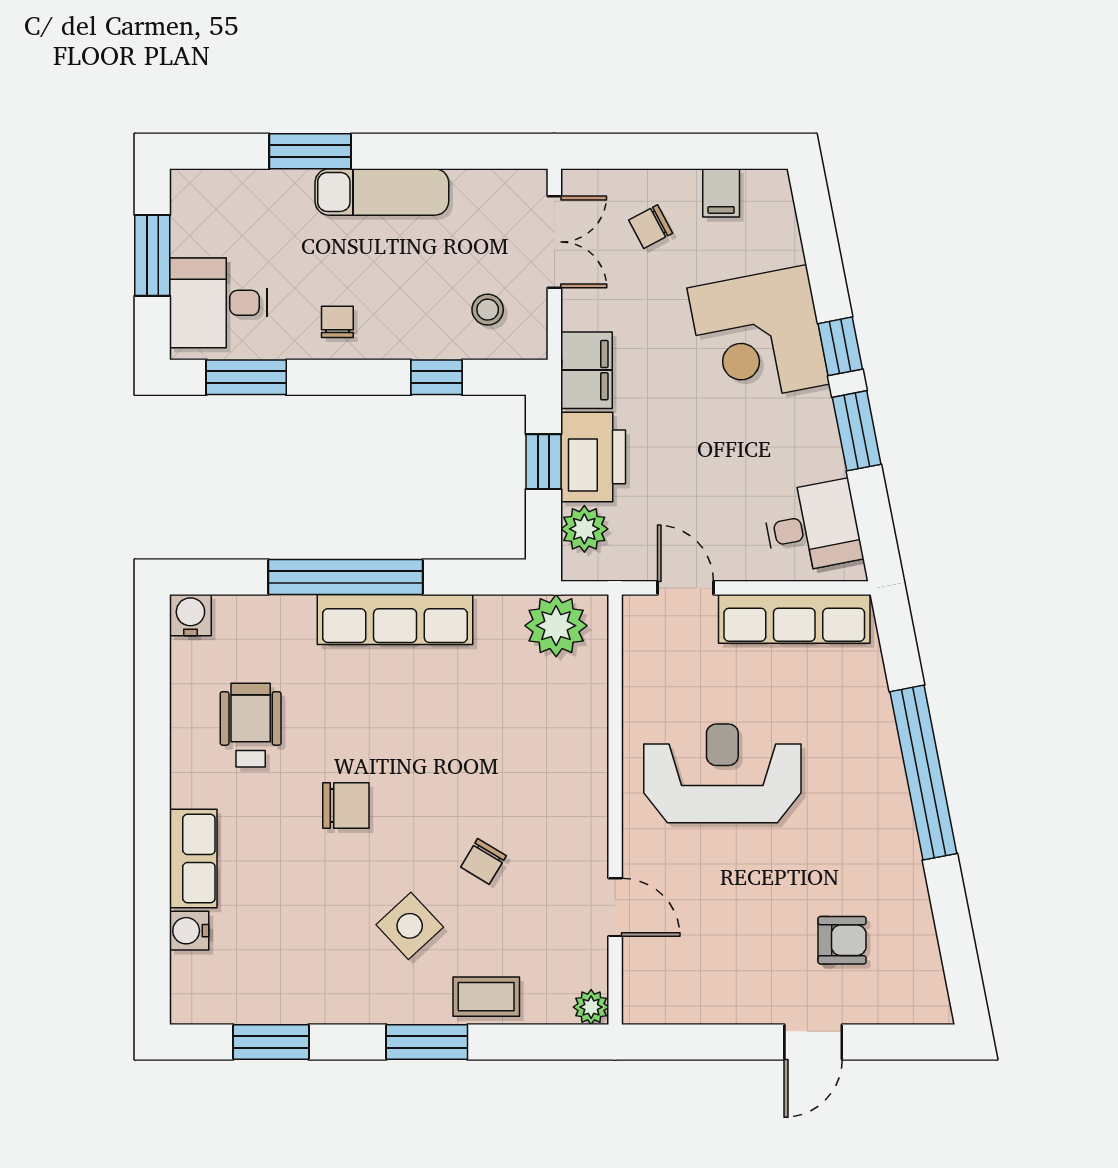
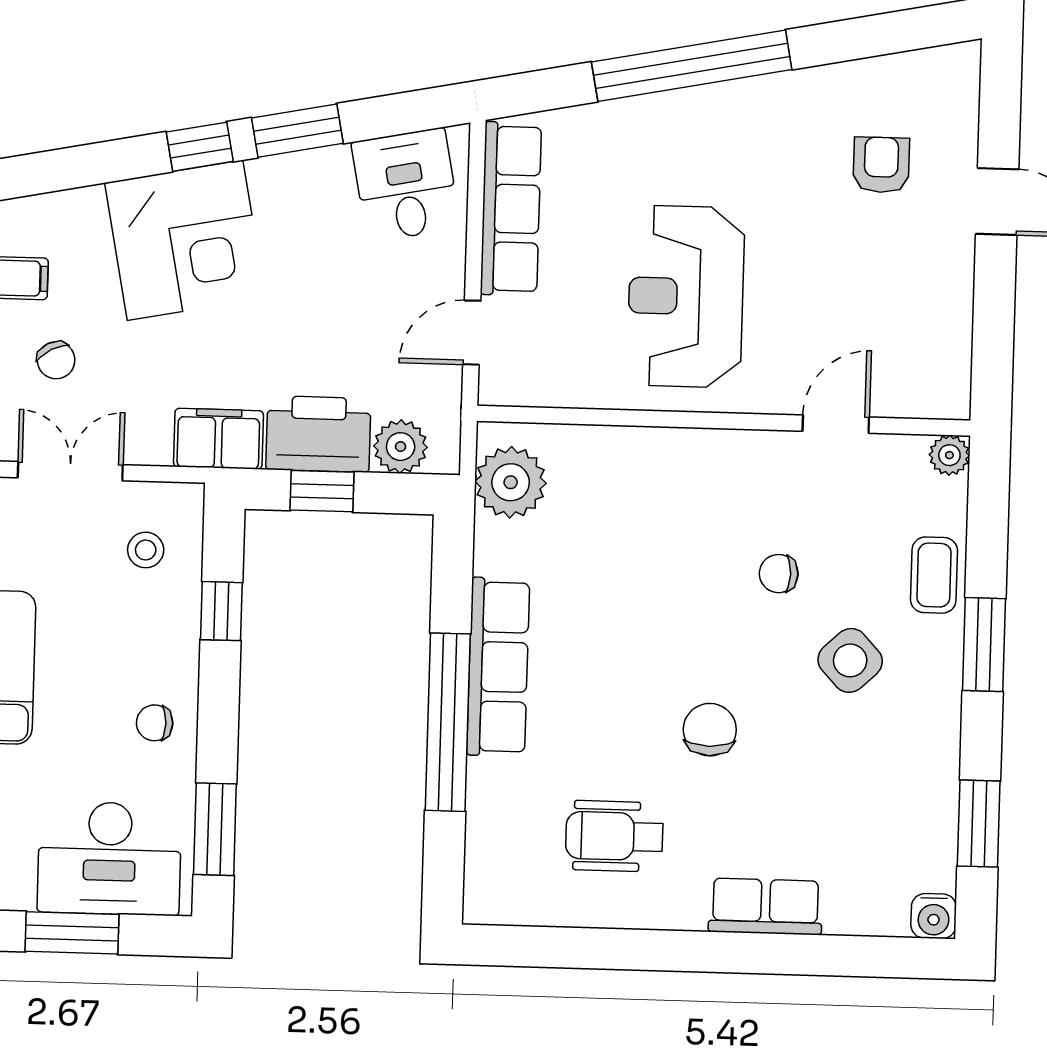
desk: (218, 303) -> (109, 858), width x1.37
water cooler: (190, 615) -> (486, 901), removed
chair: (483, 861) -> (779, 574), turned 149
water cooler: (189, 931) -> (934, 916), moved

